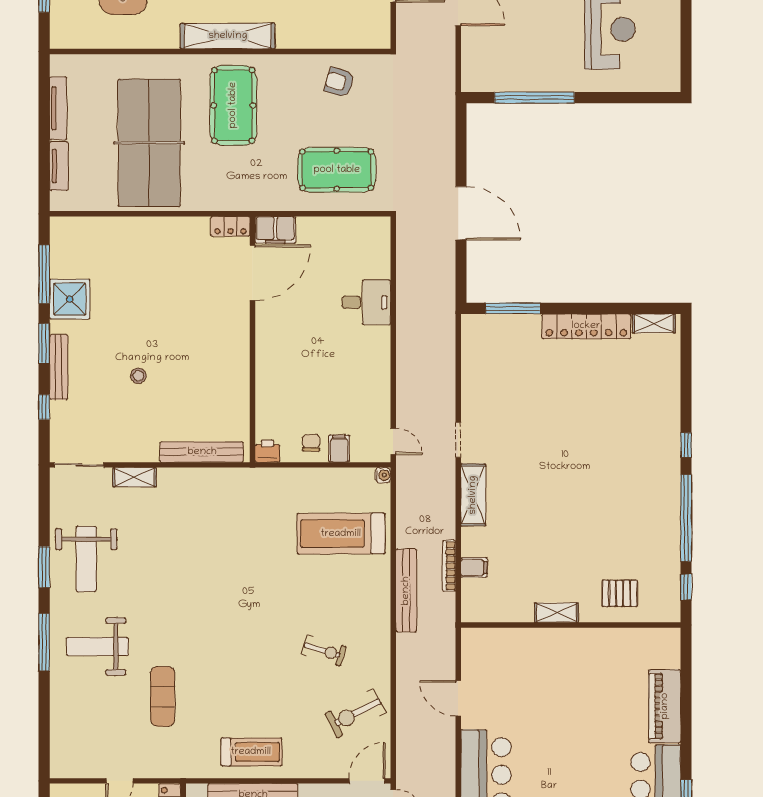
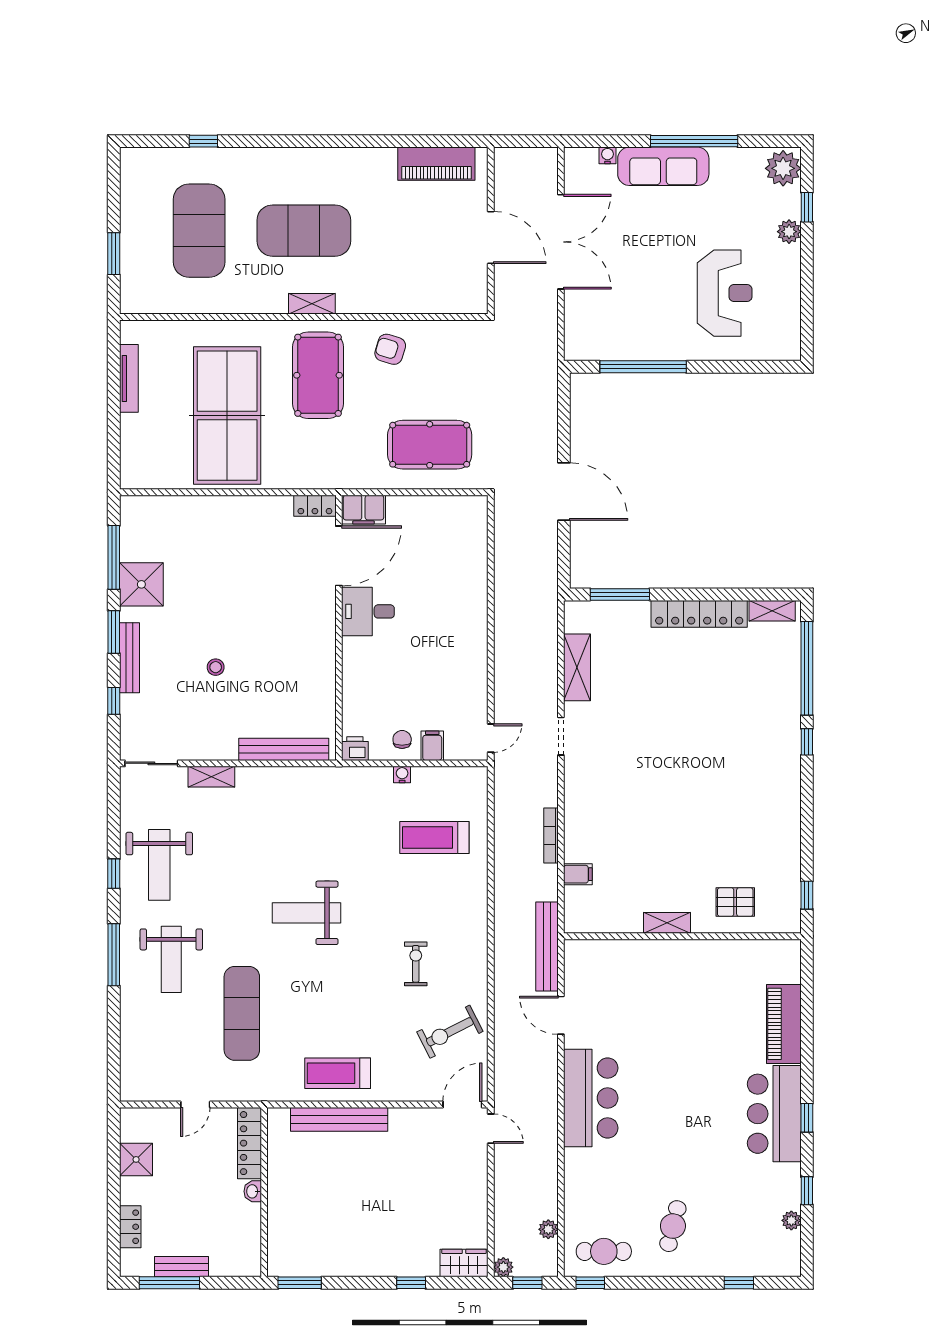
shelving: (228, 36) -> (312, 304), width x0.45, depth x0.75
armchair: (339, 82) -> (390, 349), moved
tv unit: (59, 166) -> (130, 441), removed
desk: (366, 302) -> (368, 611), moved, turned 180
door: (393, 441) -> (491, 738), hinge flipped
water cooler: (383, 475) -> (402, 774), moved, turned -90
shelving: (473, 495) -> (577, 667), moved
window: (686, 518) -> (807, 668), moved
treadmill: (341, 534) -> (434, 837), width x0.73, depth x0.73
bookcase: (449, 566) -> (551, 835), moved
window: (44, 567) -> (114, 874), width x0.67
bench: (406, 591) -> (547, 946), moved
weight bench: (223, 603) -> (306, 913), added
weight bench: (97, 646) -> (171, 959), turned -90
exercise bike: (324, 651) -> (416, 964), turned -107
exercise mat: (163, 696) -> (242, 1013), width x1.36, depth x1.45
treadmill: (251, 752) -> (338, 1073), turned 180

